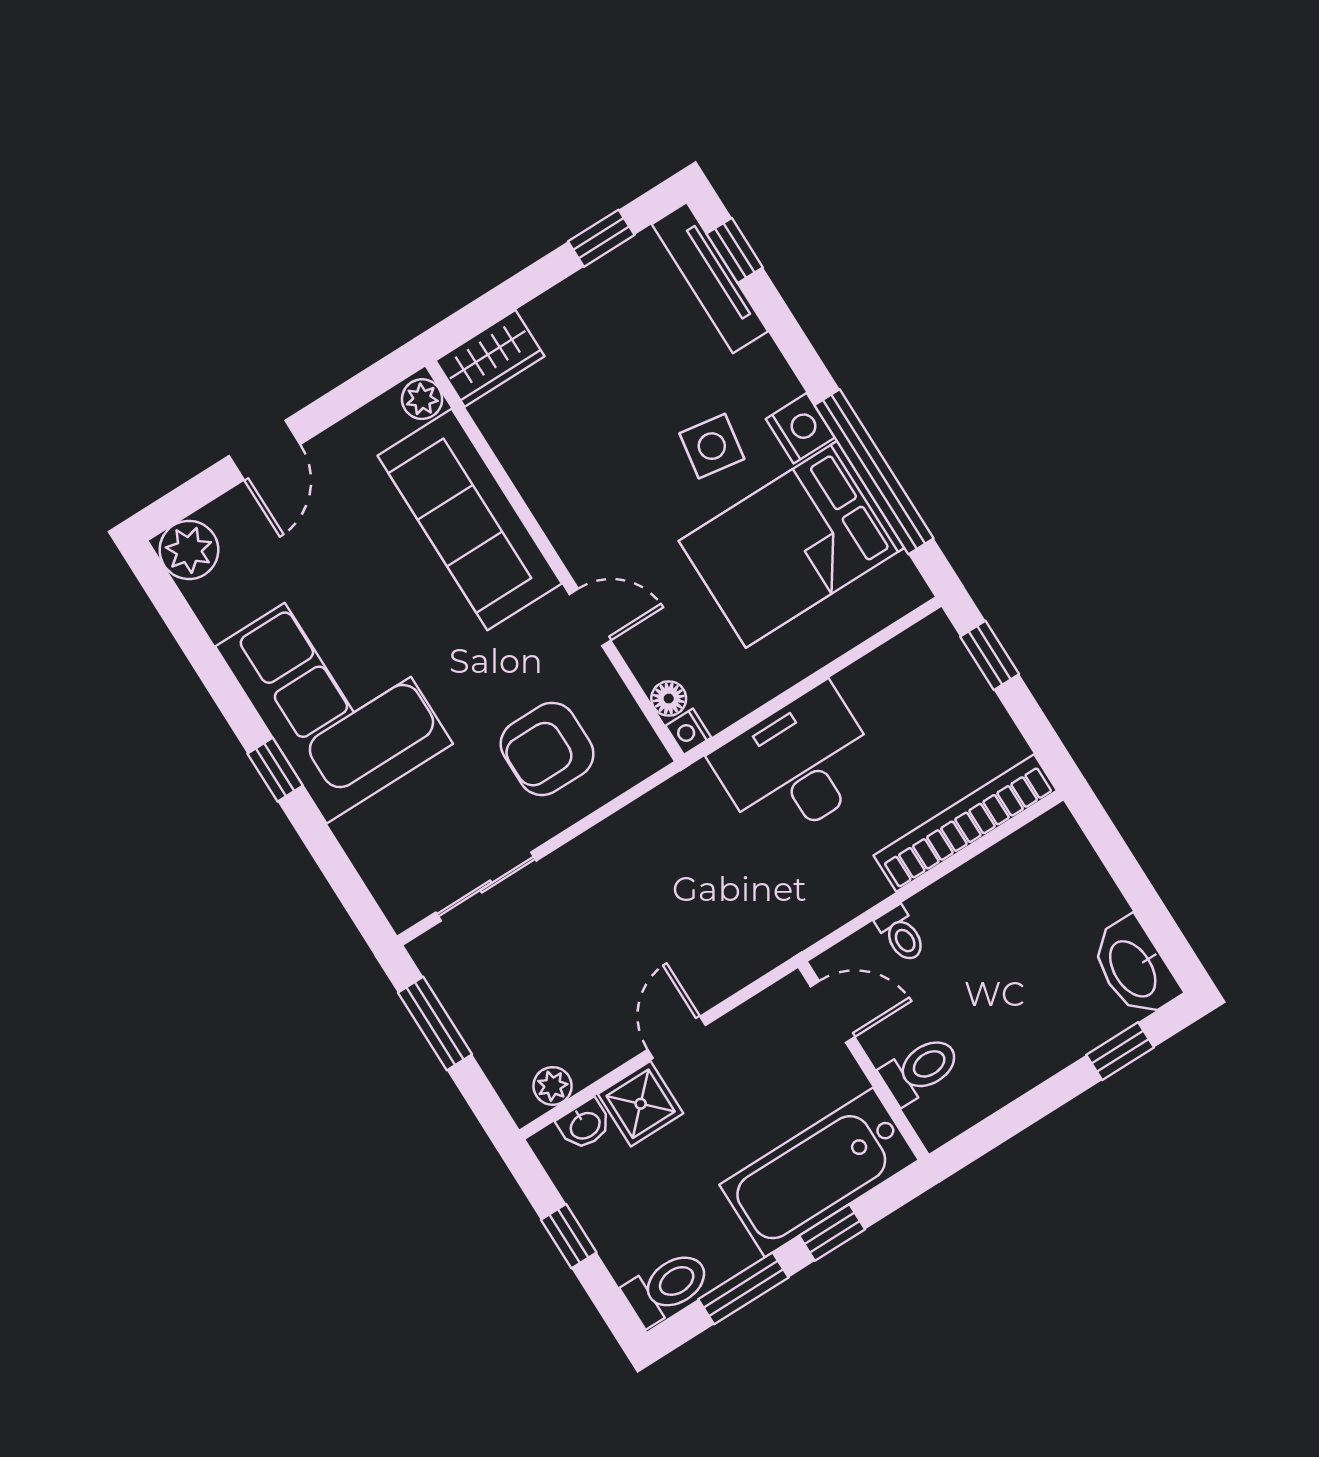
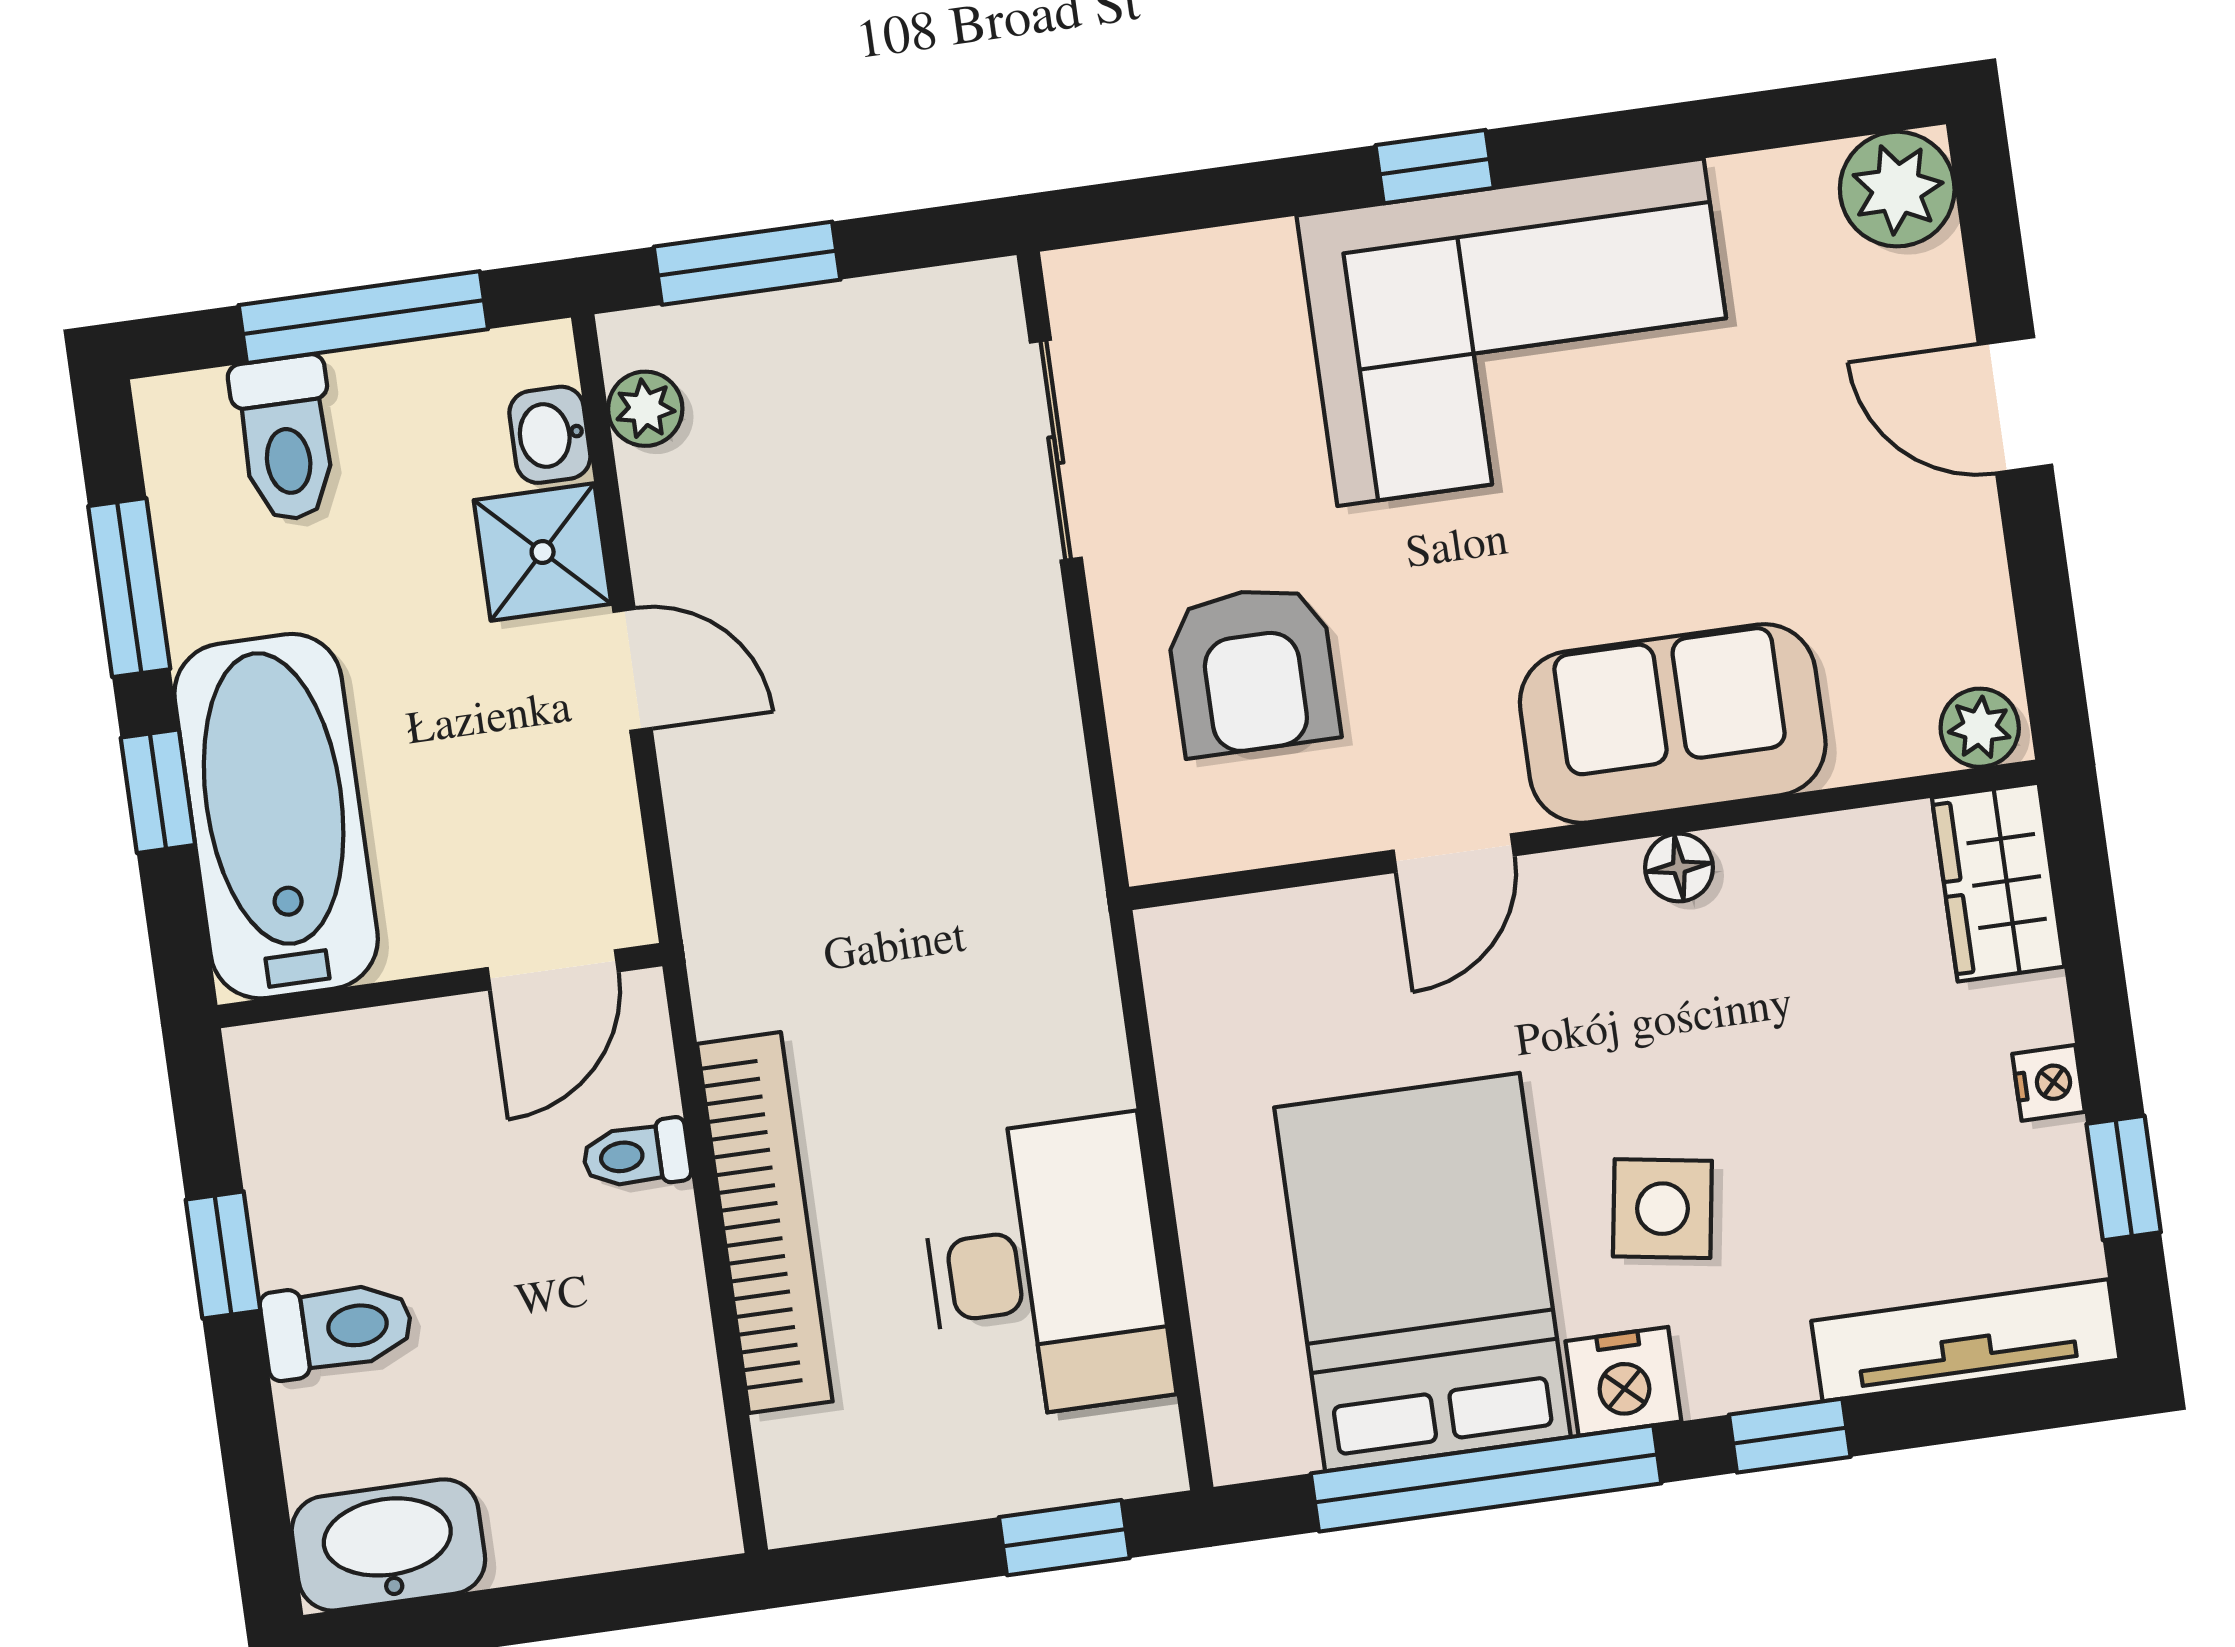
window: (735, 250) -> (1790, 1436), moved
sofa: (470, 520) -> (1673, 723), width x0.73
floor lamp: (669, 698) -> (1679, 867), moved
nightstand: (688, 732) -> (2048, 1083), moved, turned 90
armchair: (547, 749) -> (1253, 670), turned 180
desk: (797, 765) -> (1045, 1268), moved
bookcase: (965, 823) -> (765, 1223), moved
window: (435, 1024) -> (747, 263), moved
window: (1120, 1051) -> (223, 1255), moved
toilet: (920, 1069) -> (337, 1328), moved, turned -90
window: (569, 1236) -> (363, 317), width x2.17
toilet: (667, 1287) -> (285, 439), moved

